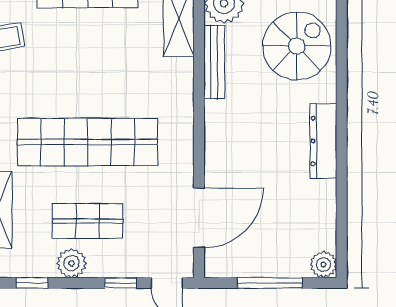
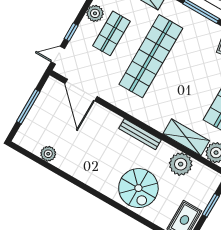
bench: (214, 62) -> (140, 134), moved
dresser: (323, 141) -> (83, 174), removed
plant: (323, 265) -> (48, 154), moved

